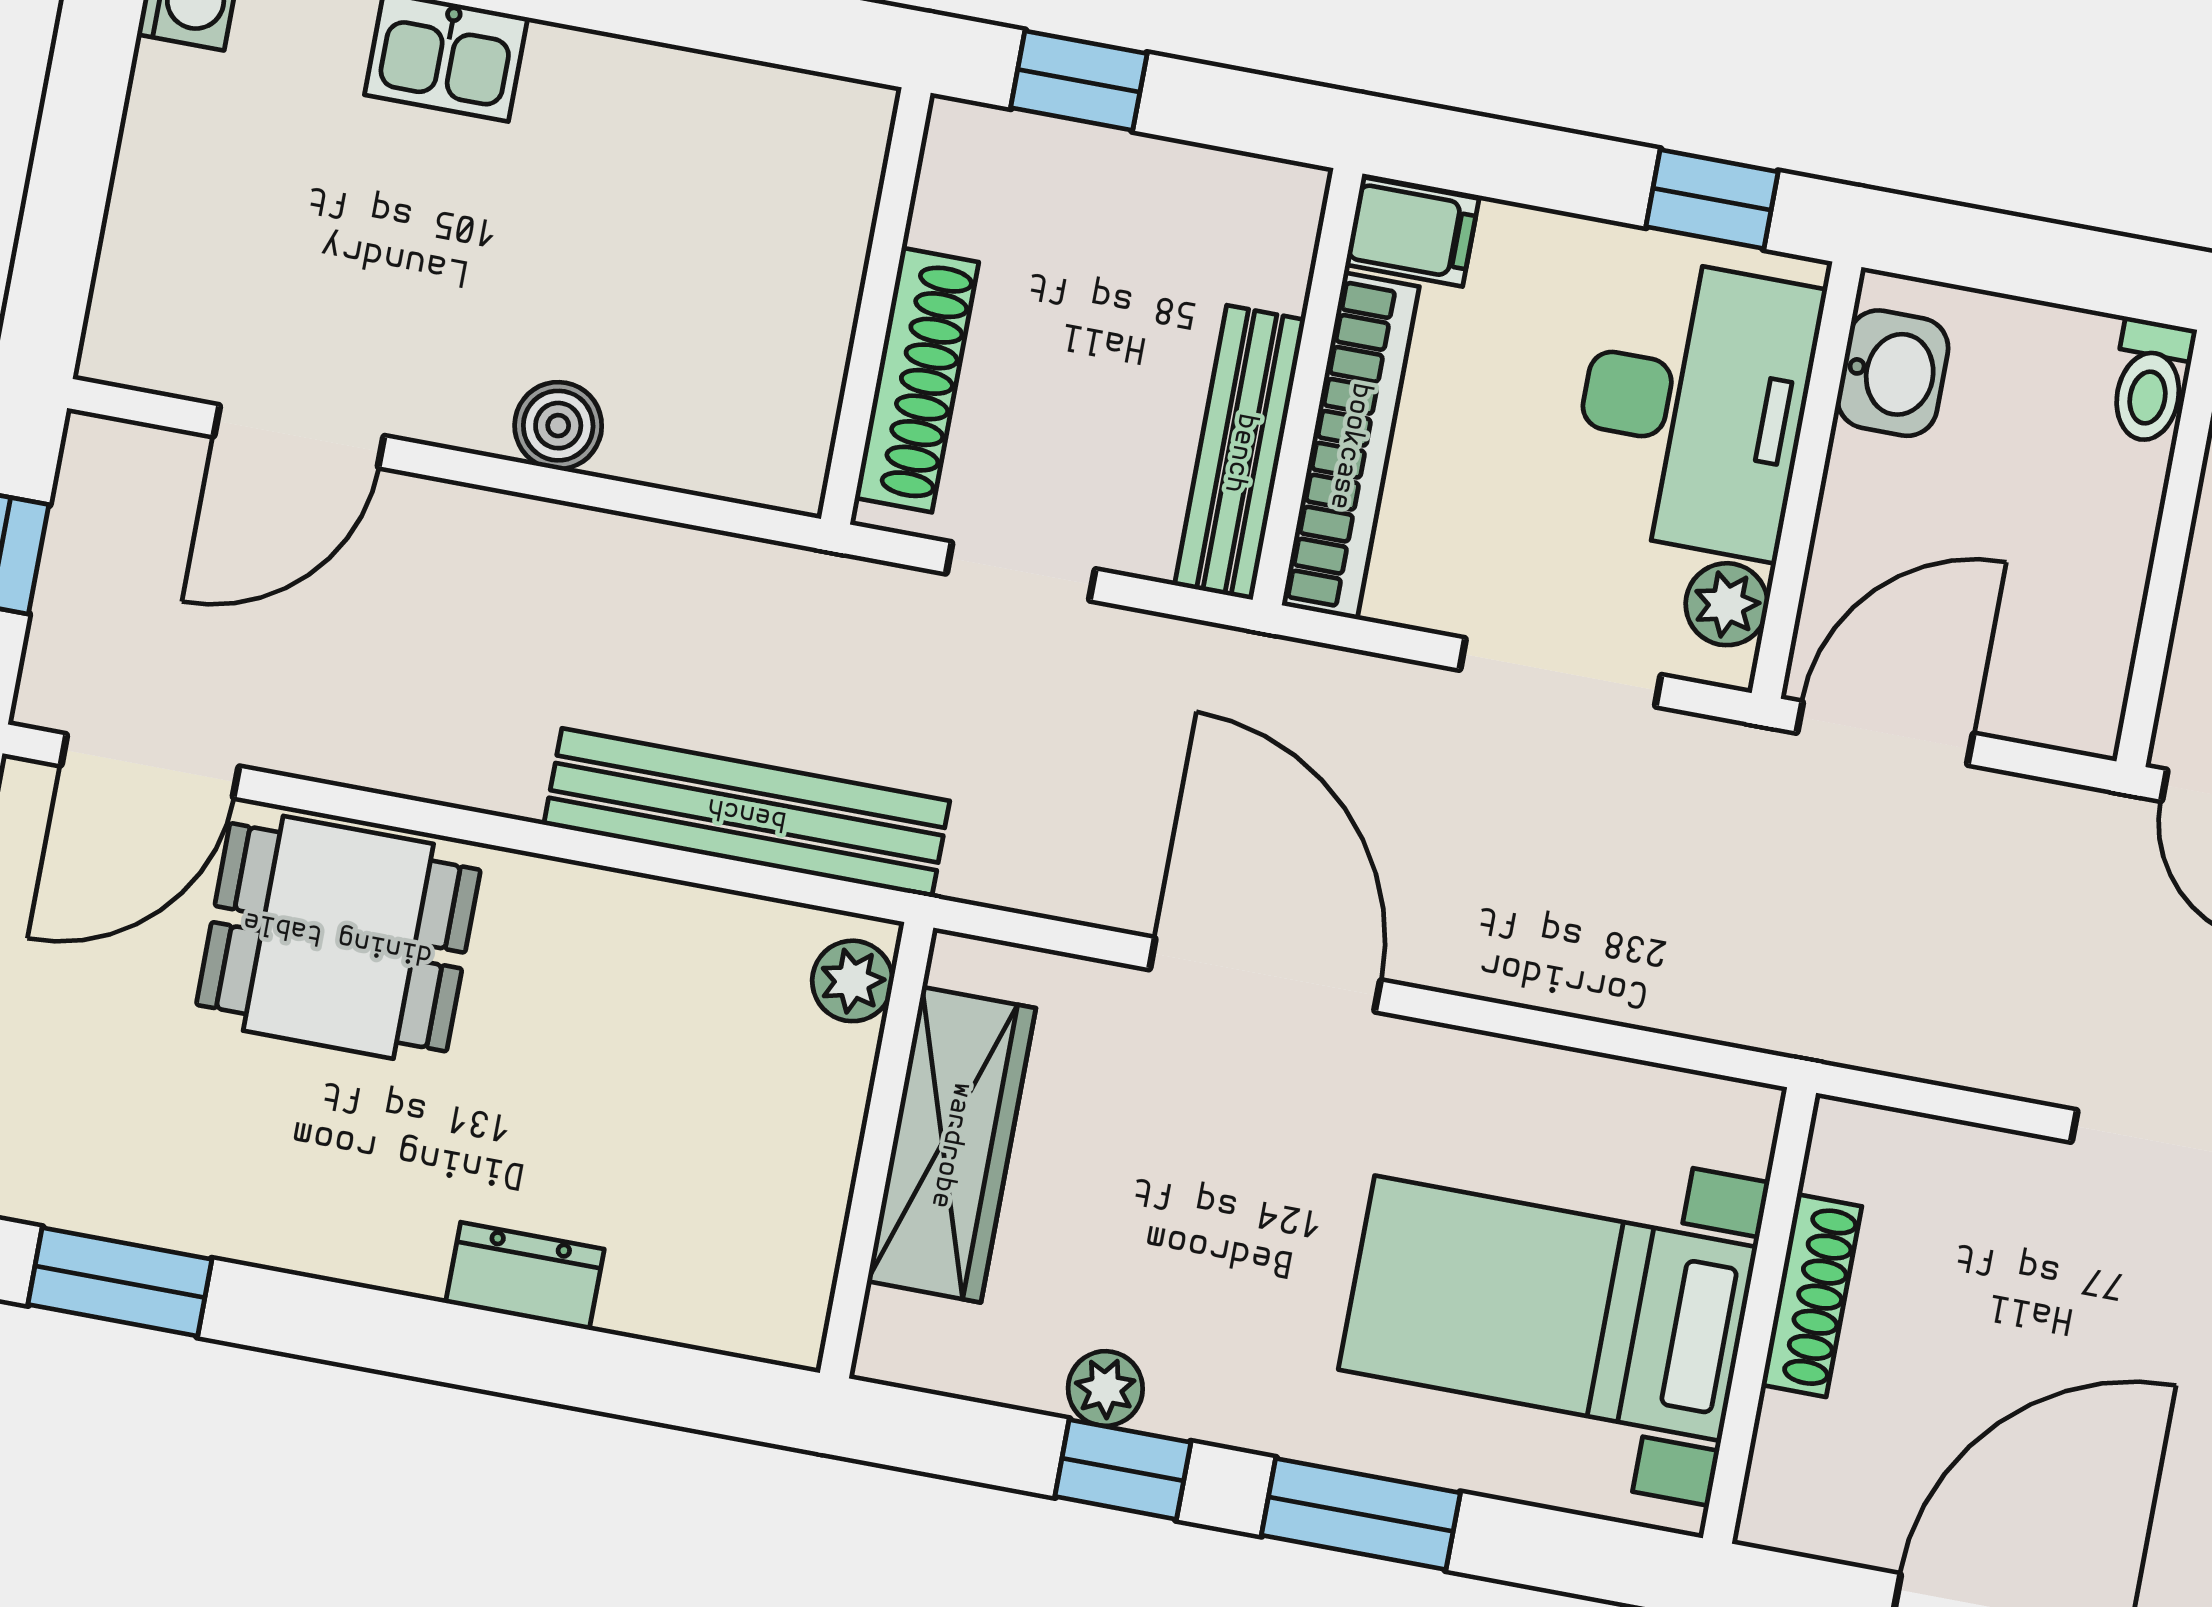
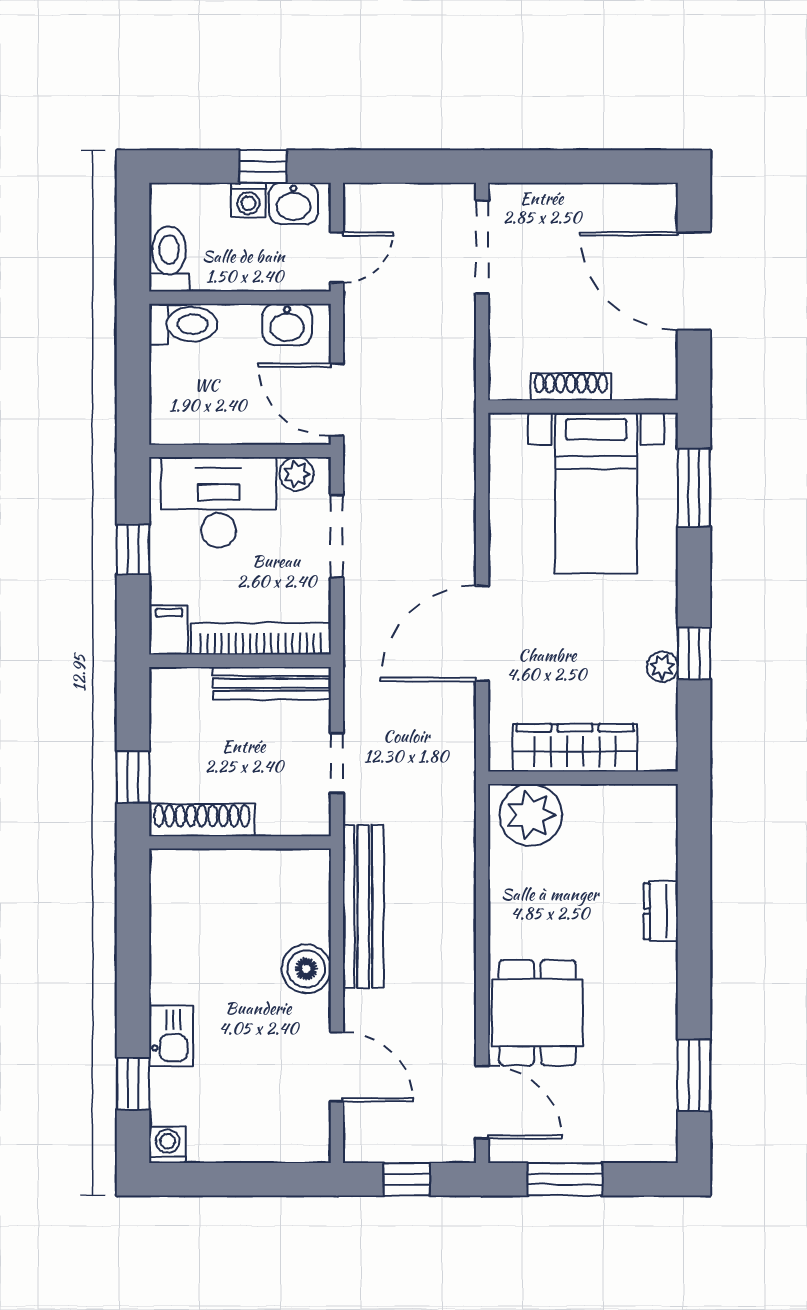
window: (1712, 199) -> (133, 549), moved
washbasin: (1893, 373) -> (287, 324), moved, turned 180
shoe rack: (917, 380) -> (202, 820), moved
toilet: (2151, 381) -> (183, 324), width x1.37, depth x1.39
boiler: (558, 426) -> (306, 969), width x1.36, depth x1.36
bench: (747, 813) -> (363, 907), moved
plant: (852, 981) -> (531, 815), width x1.87, depth x1.87
window: (1361, 1514) -> (694, 488), moved

